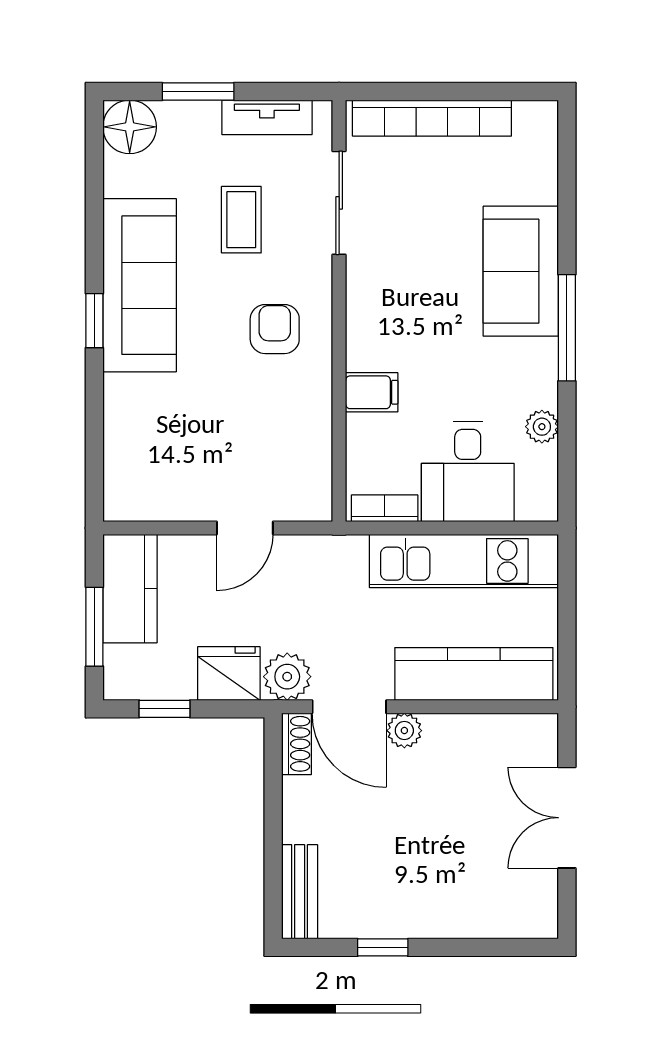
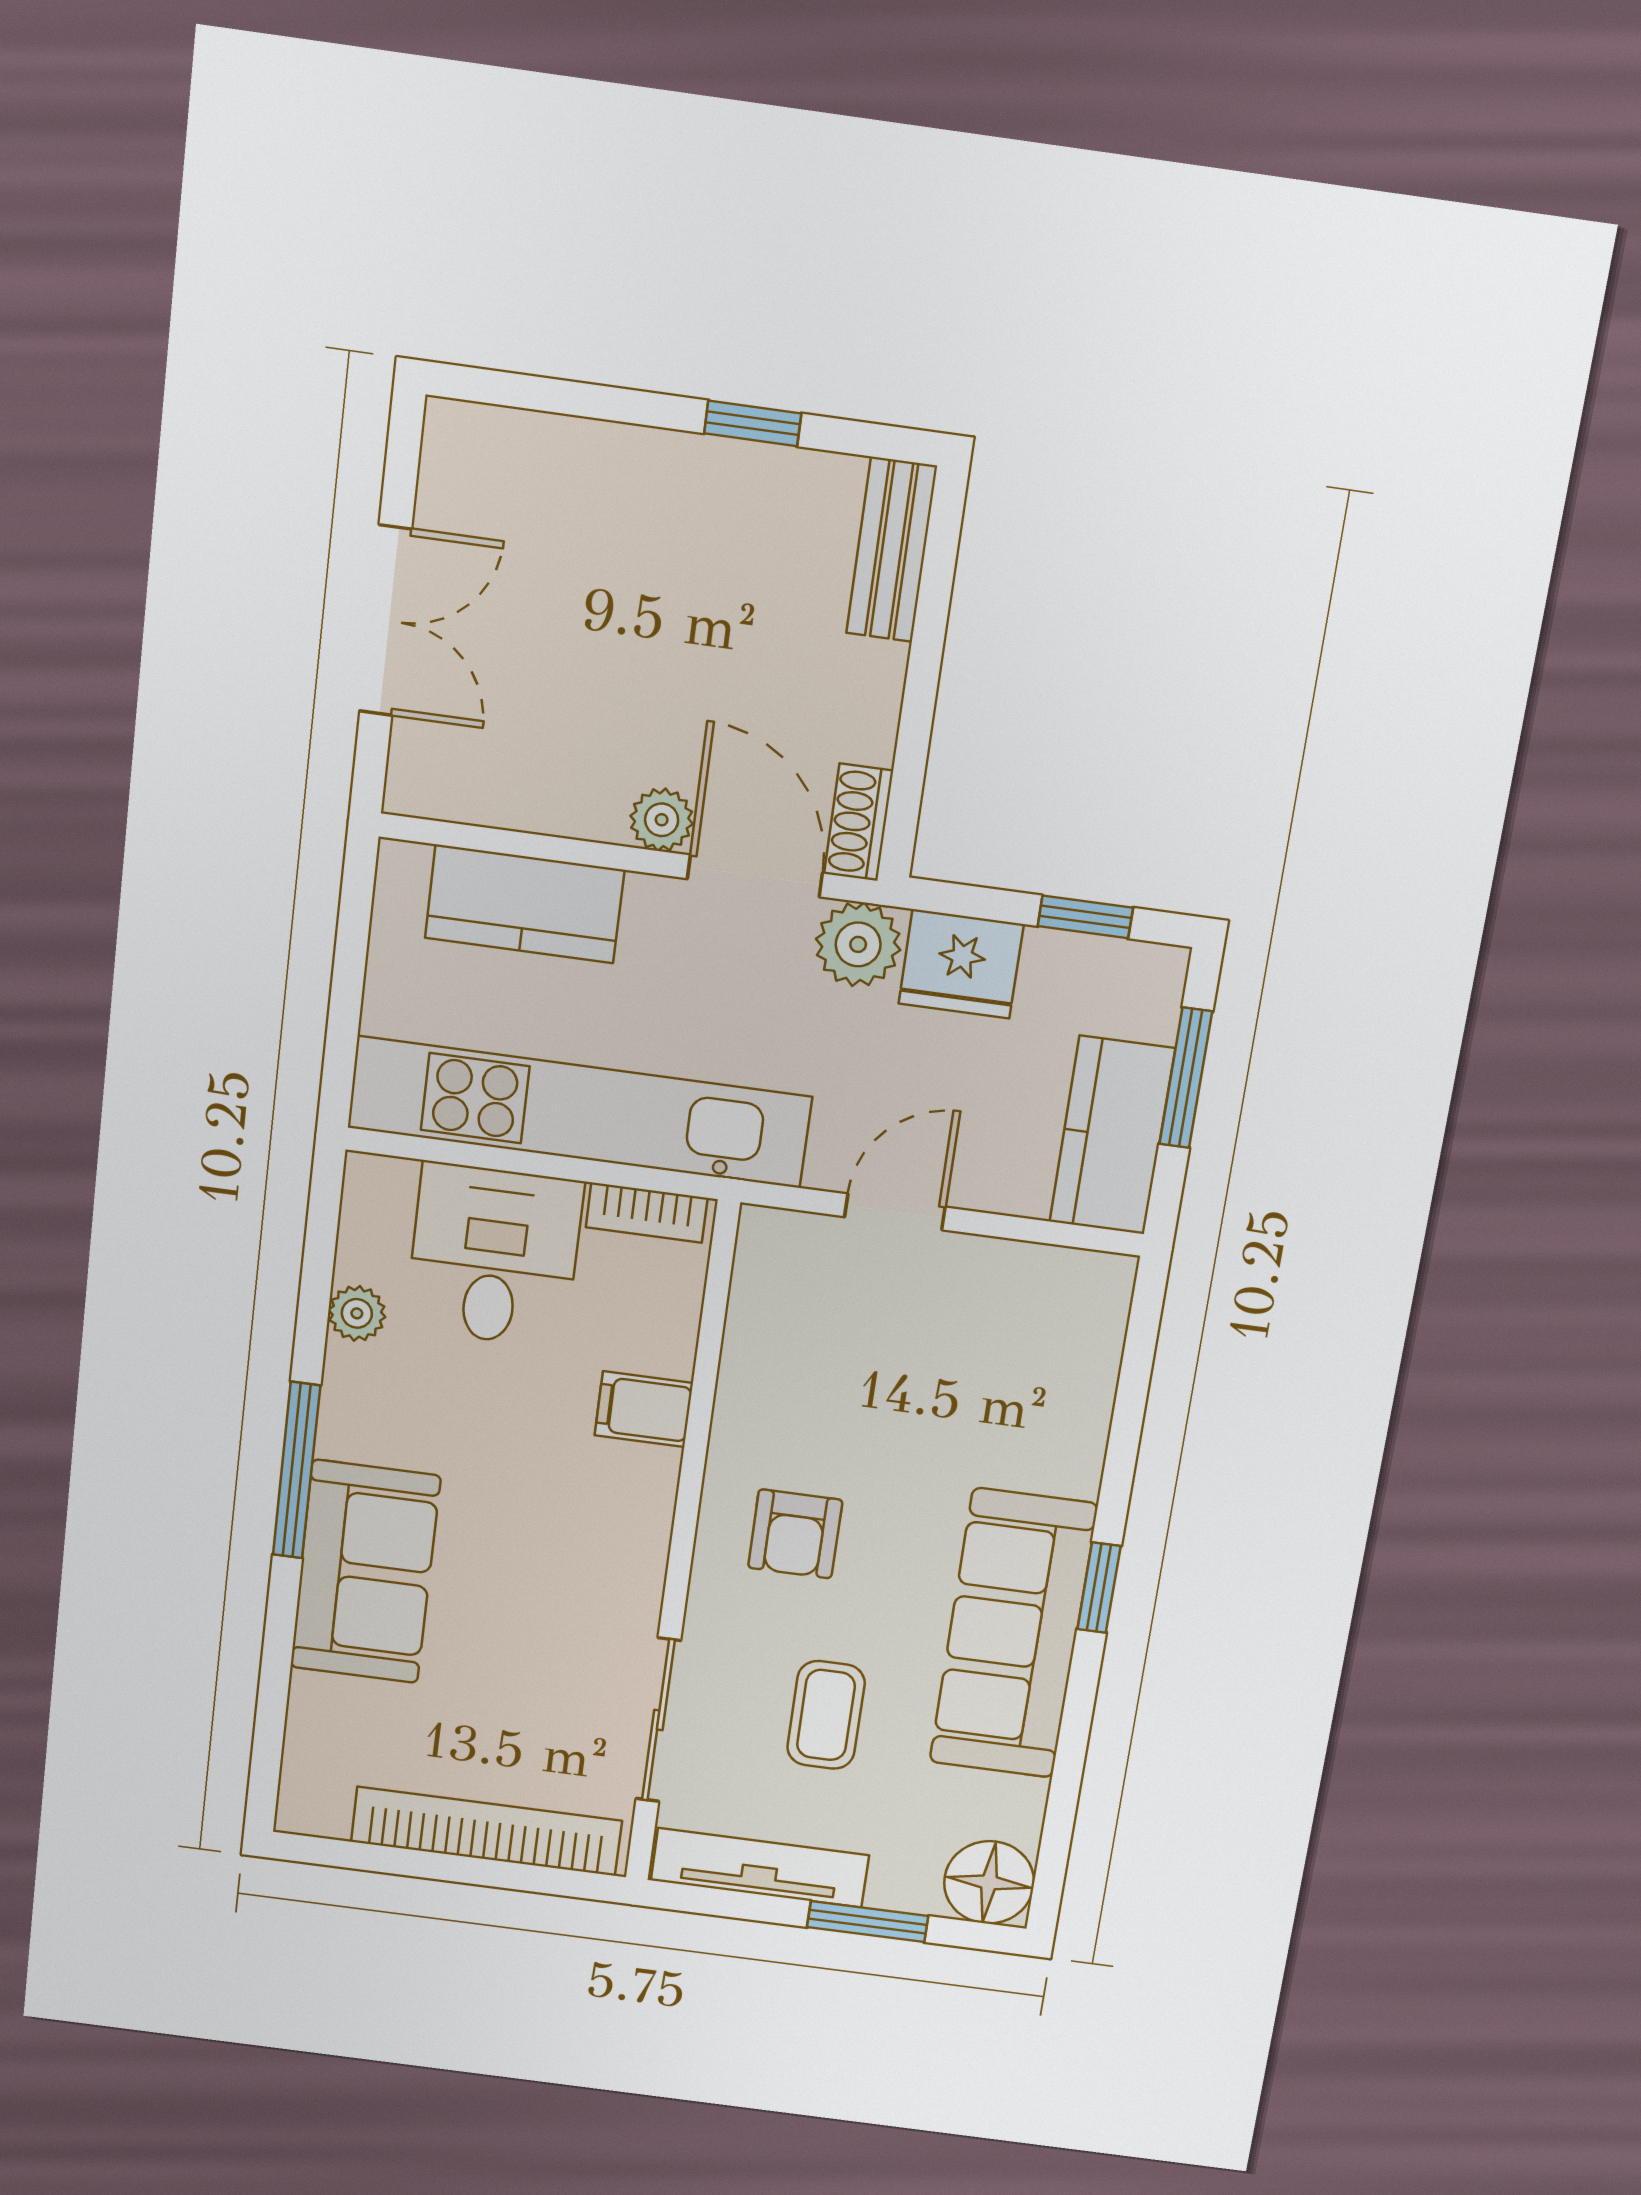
tv unit: (267, 117) -> (760, 1868), width x1.41
kitchen unit: (464, 561) -> (580, 1112), width x1.36
kitchen counter: (474, 674) -> (525, 904), width x0.67

